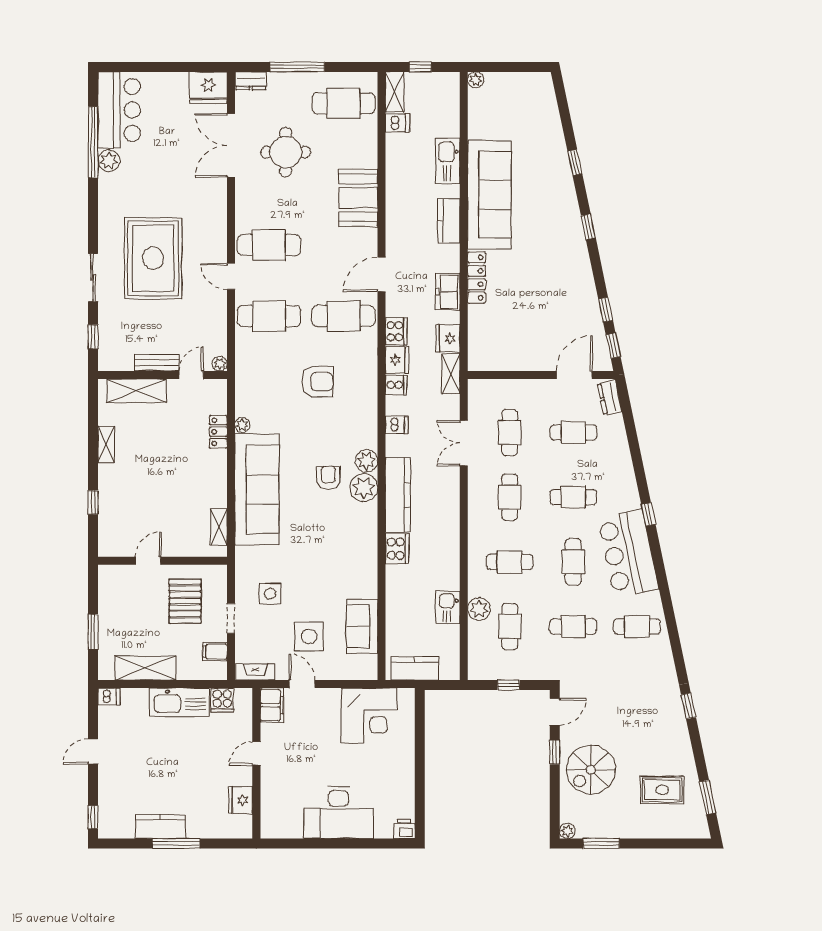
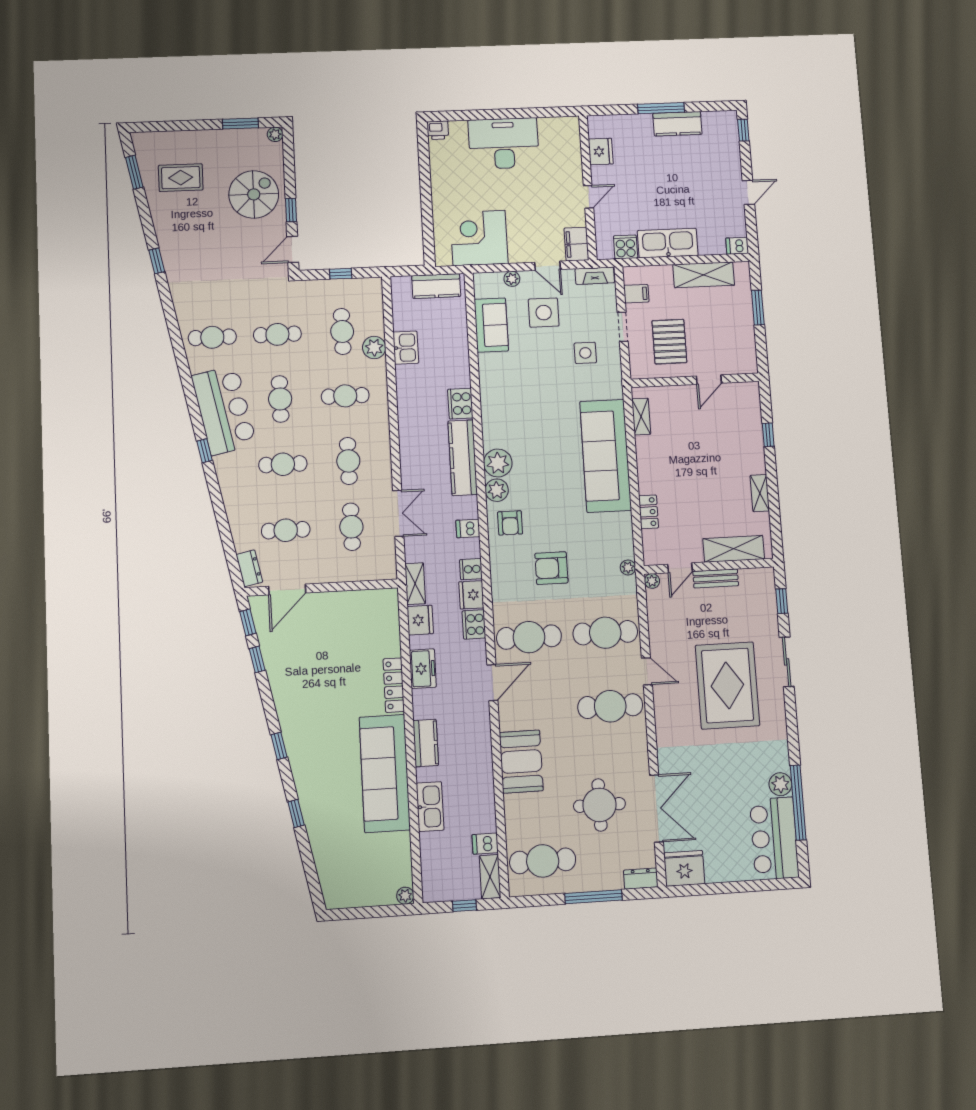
plant: (242, 425) -> (628, 568), moved
armchair: (328, 478) -> (510, 523), moved
plant: (339, 672) -> (512, 279), added

